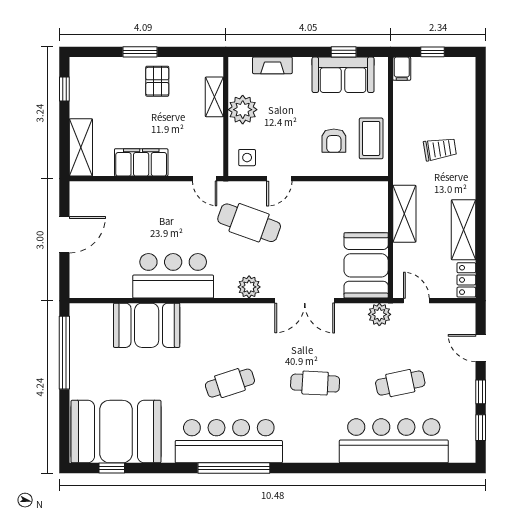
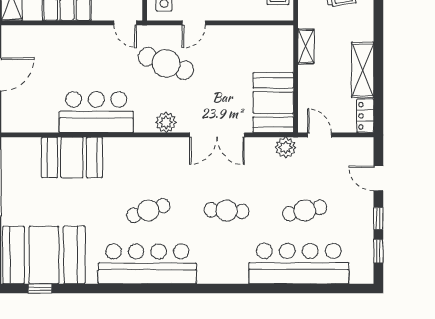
shelving: (404, 214) -> (306, 46), width x0.67, depth x0.75
window: (234, 468) -> (152, 288), removed

